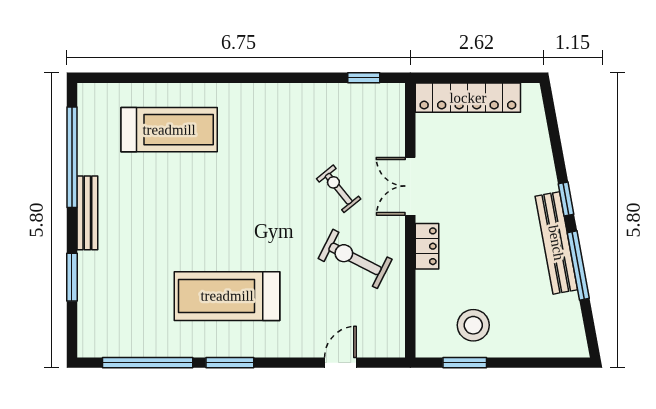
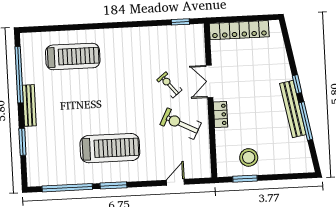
treadmill: (227, 296) -> (110, 148), turned 180

